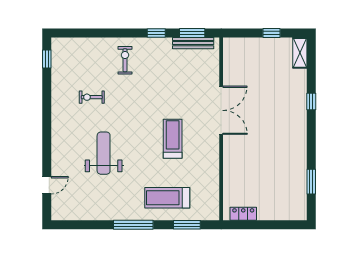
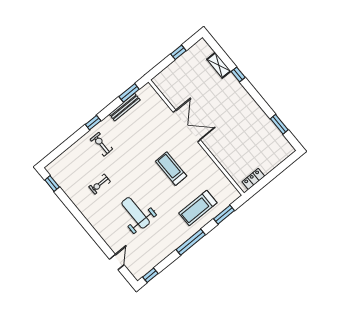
window: (156, 33) -> (93, 123), moved
bench: (193, 43) -> (125, 107), moved
shelving: (300, 53) -> (219, 65), moved
window: (68, 225) -> (150, 275), added

